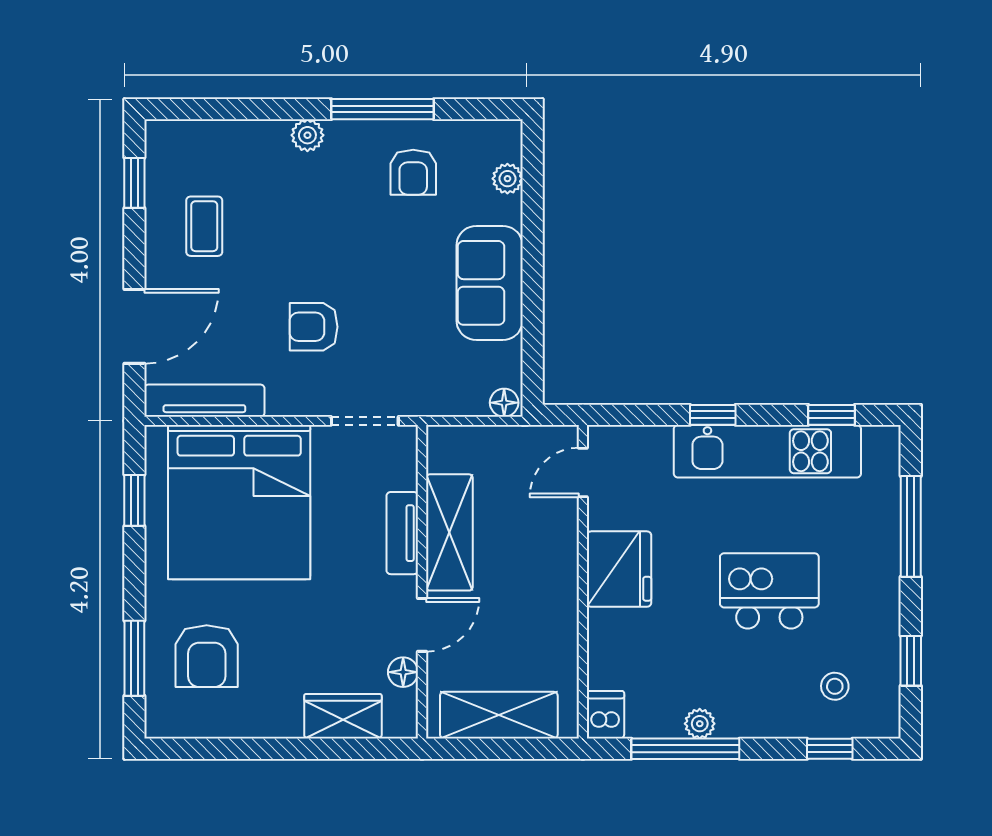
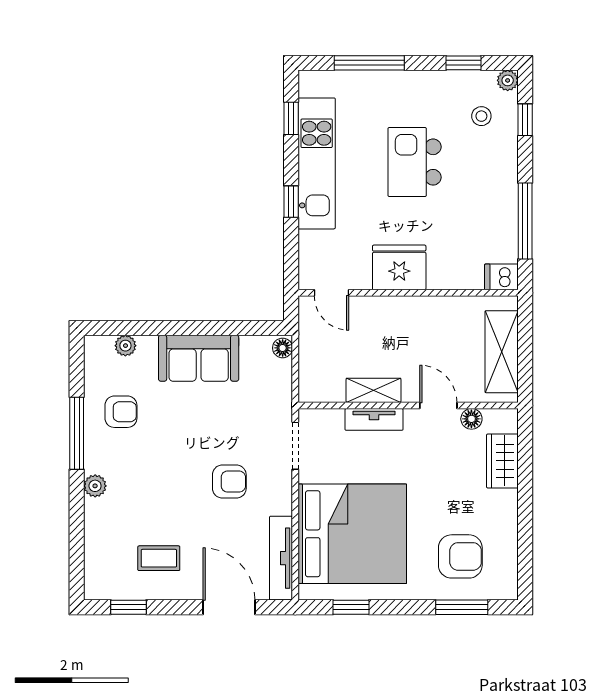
armchair: (314, 327) -> (229, 482), turned -90
shelving: (449, 532) -> (374, 390), width x0.67, depth x0.75
plant: (700, 724) -> (508, 80), moved

